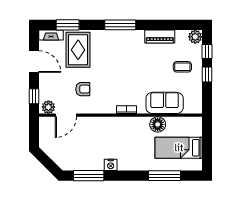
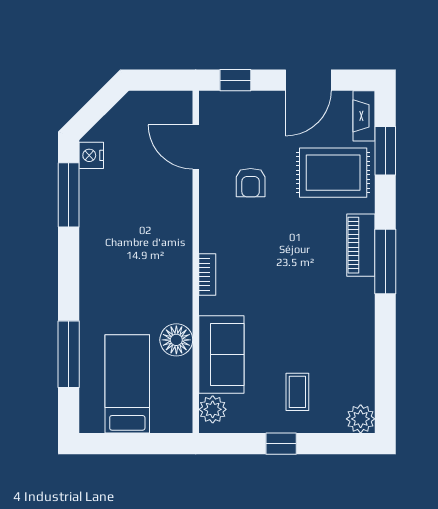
piano: (160, 37) -> (361, 245), moved
window: (207, 52) -> (329, 444), removed
plant: (48, 107) -> (213, 409), moved
nightstand: (111, 165) -> (91, 155), moved

